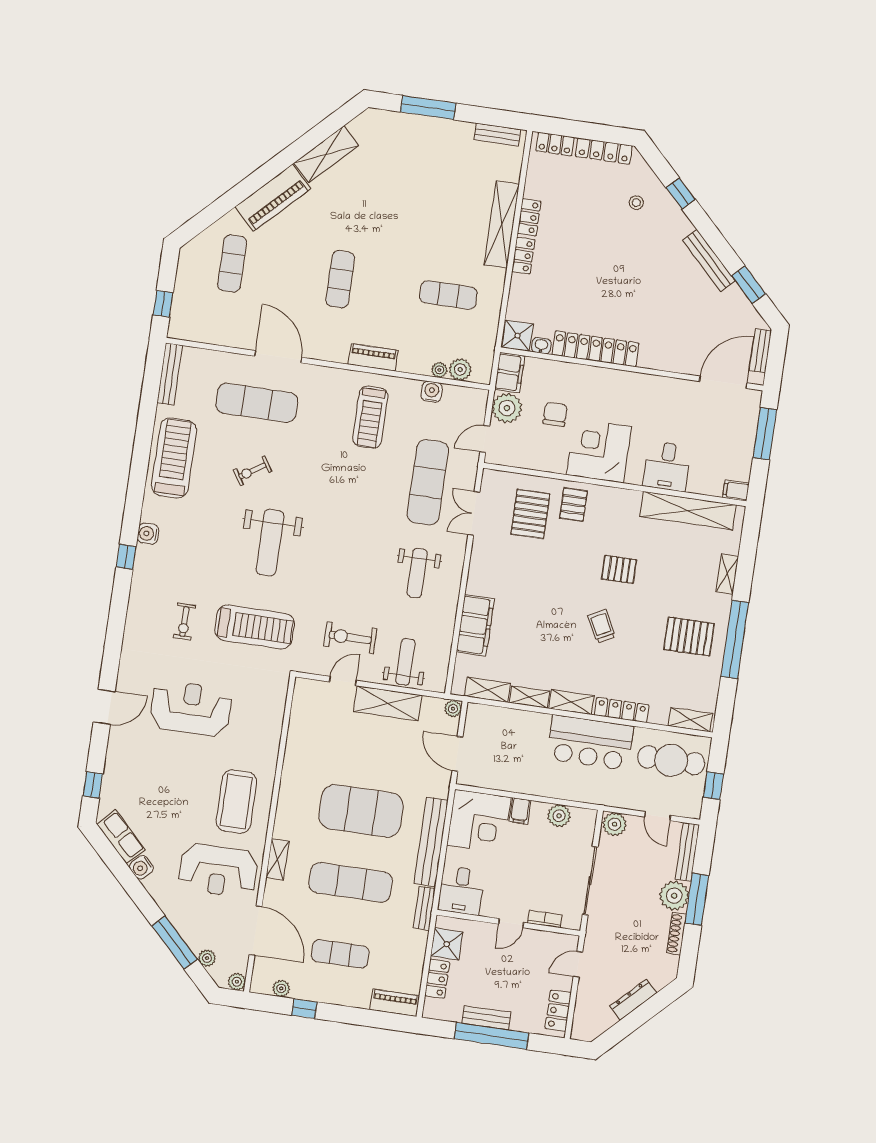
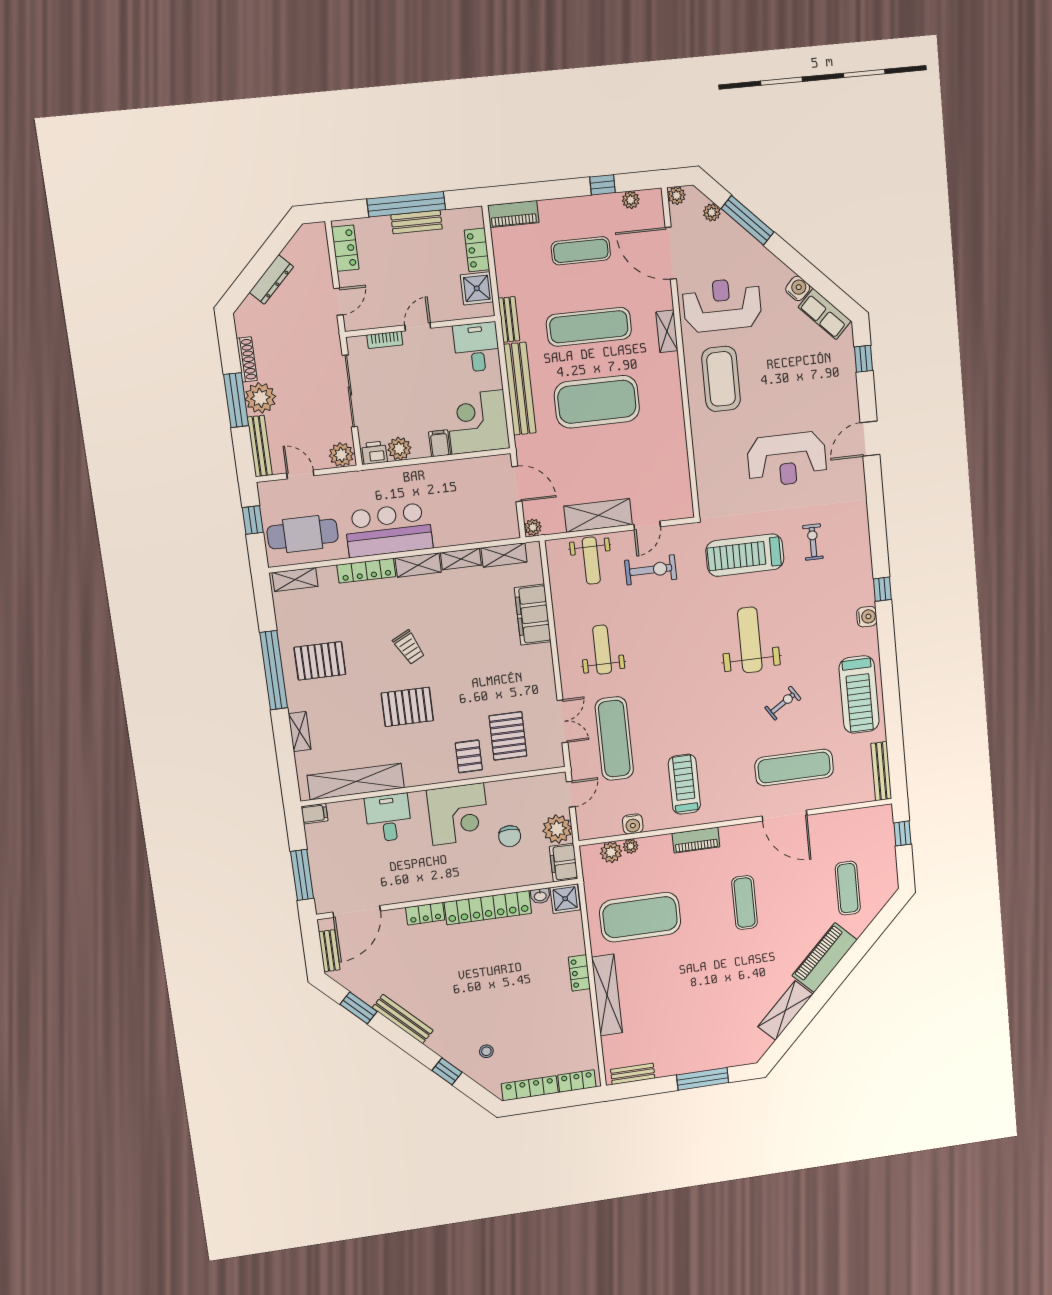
locker: (529, 217) -> (425, 914), moved, turned -90
exercise mat: (448, 295) -> (640, 917), width x2.00, depth x1.45
pallet: (619, 569) -> (407, 707), width x1.50, depth x1.42
printer: (583, 818) -> (374, 453), added

